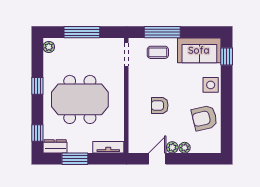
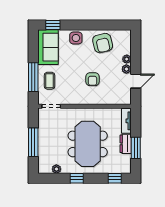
plant: (49, 47) -> (56, 169), moved
dresser: (55, 146) -> (126, 144), moved
door: (157, 159) -> (136, 81), swing flipped

